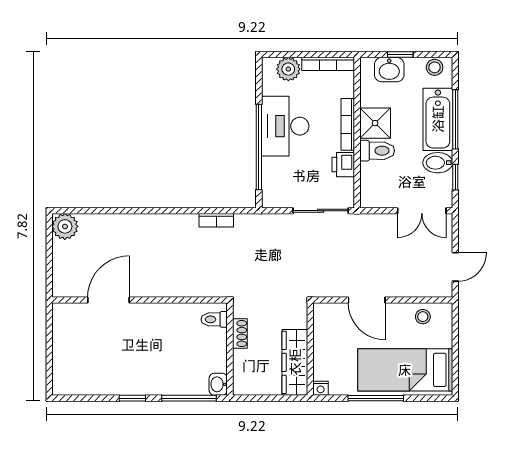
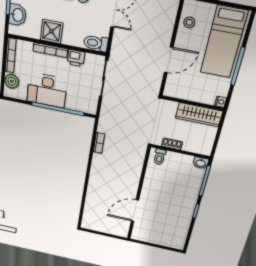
toilet: (377, 151) -> (96, 43), moved, turned -90
plant: (65, 226) -> (89, 223), removed
door: (109, 300) -> (135, 211), hinge flipped

